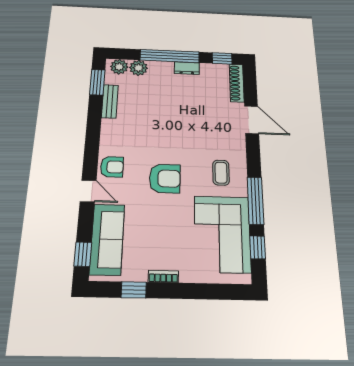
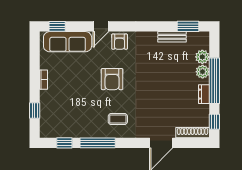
plant: (119, 67) -> (203, 72), moved
corner sofa: (222, 234) -> (73, 119), removed
window: (134, 290) -> (35, 111), moved

